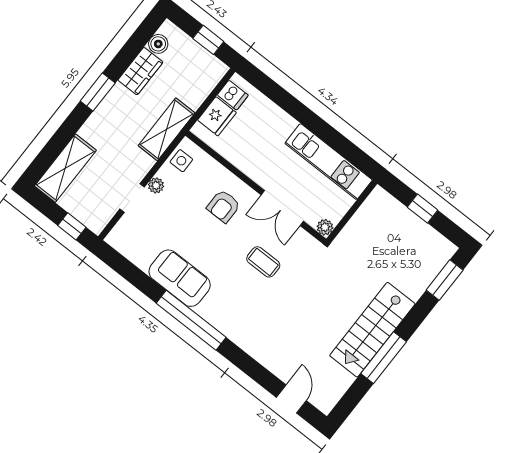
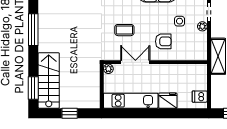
fridge: (217, 116) -> (168, 101), moved, turned 90
side table: (181, 161) -> (180, 21), moved
armchair: (224, 206) -> (163, 41), turned 90
stairs: (372, 330) -> (49, 80), moved

